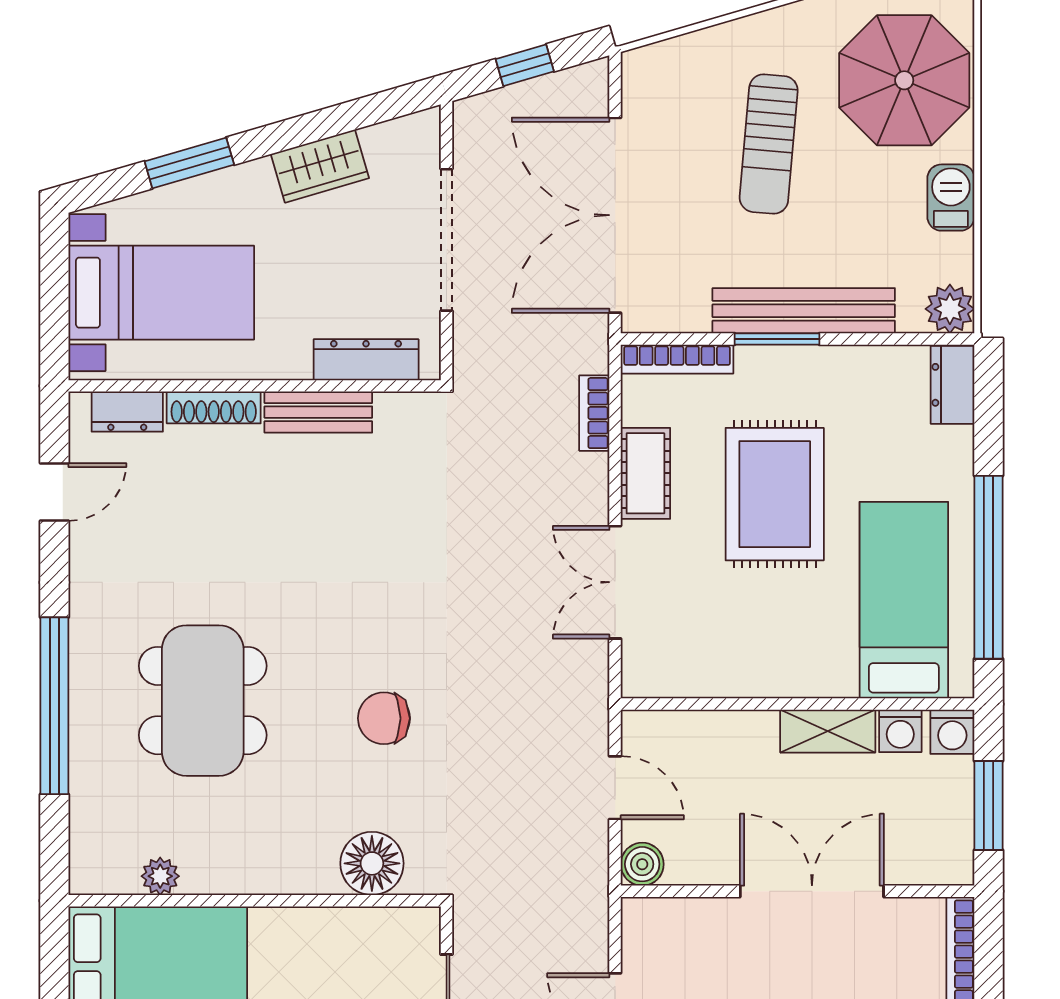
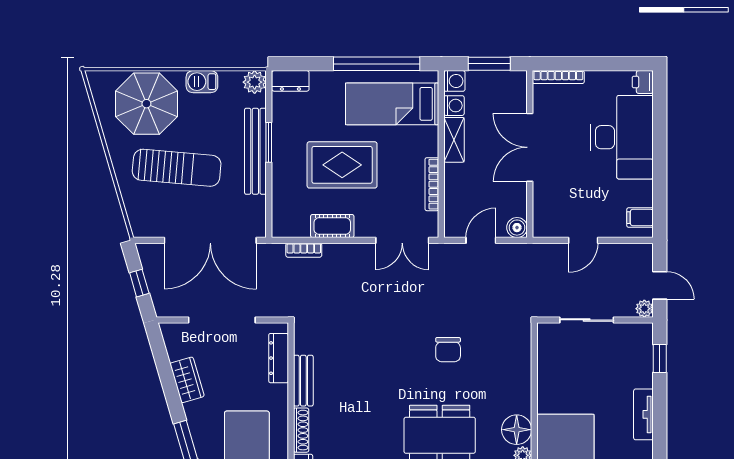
sun lounger: (769, 144) -> (177, 168), width x1.36, depth x1.34
window: (777, 339) -> (269, 142), moved
bookcase: (677, 359) -> (432, 184), moved, turned 180
double door: (615, 582) -> (402, 240), moved
floor lamp: (372, 863) -> (517, 430), moved

